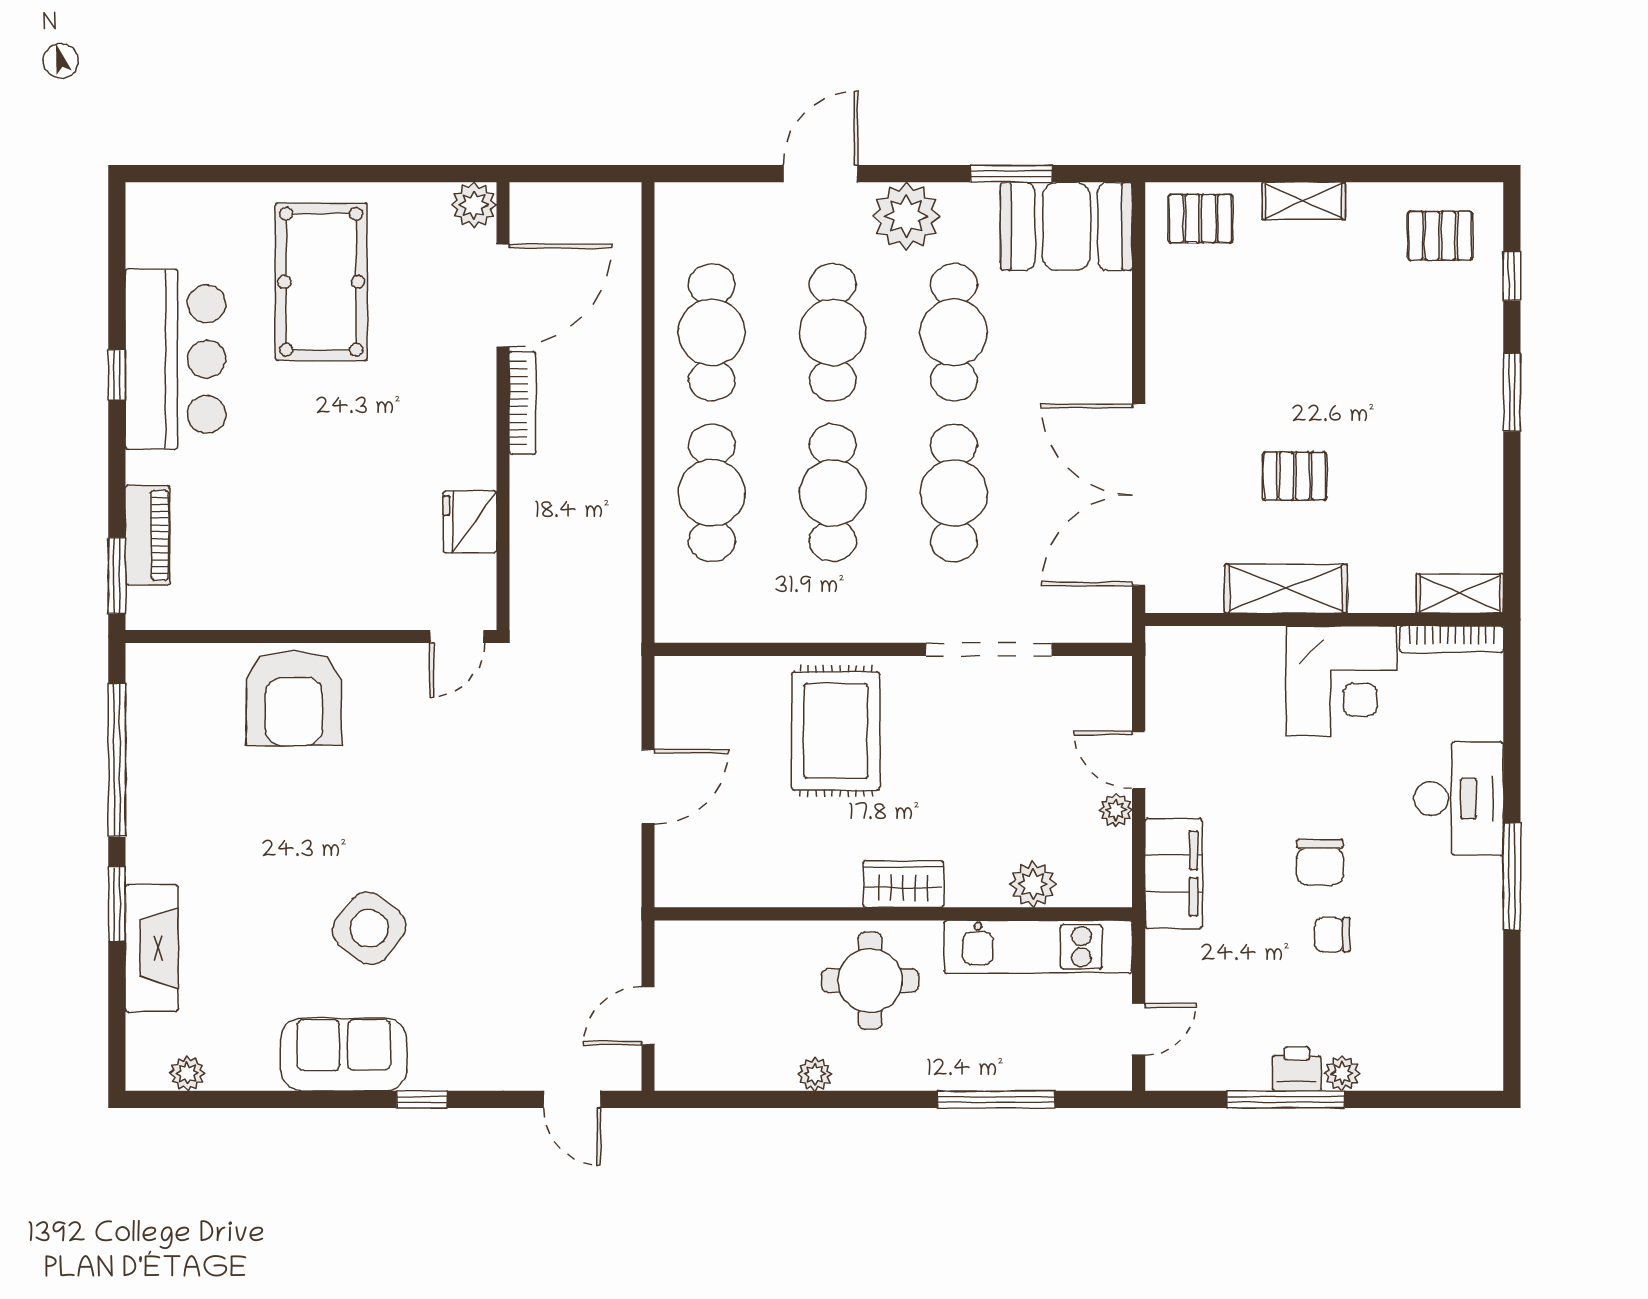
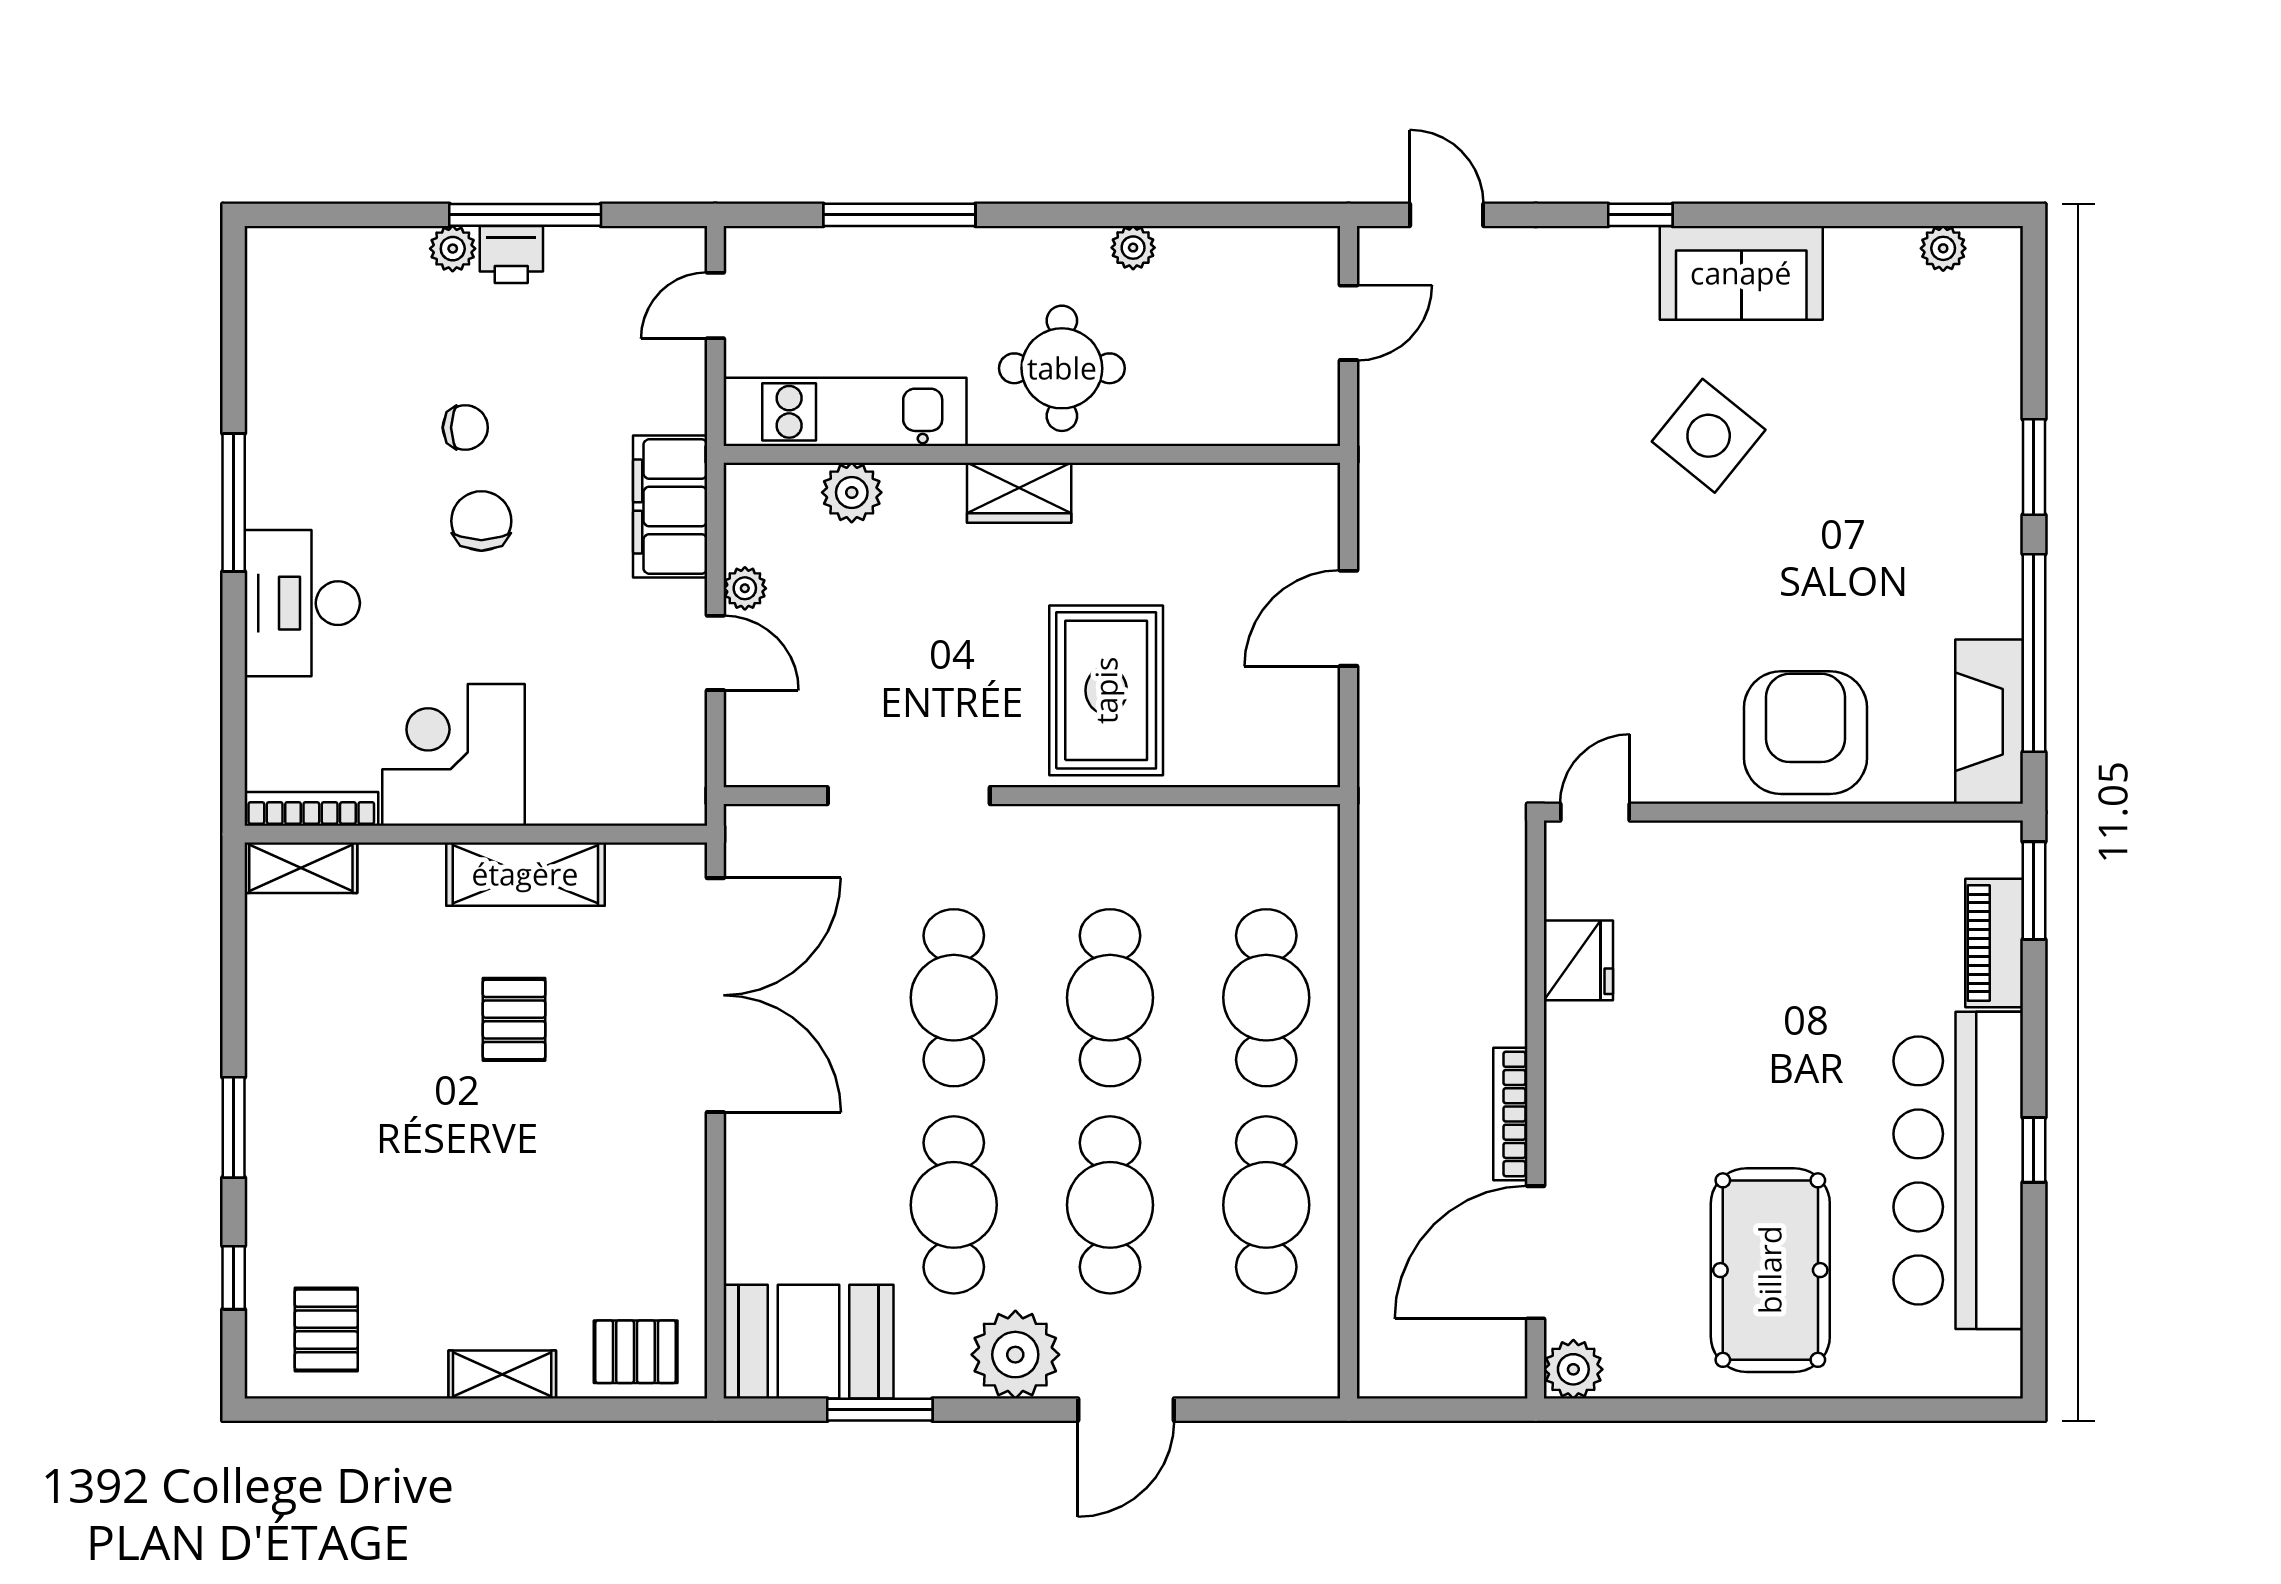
pallet: (1440, 236) -> (326, 1330), turned 90
bar counter: (176, 359) -> (1958, 1170), width x1.36
pallet: (1295, 476) -> (514, 1019), turned 90
fireplace: (152, 948) -> (1989, 722), moved

